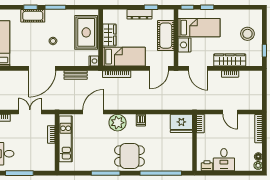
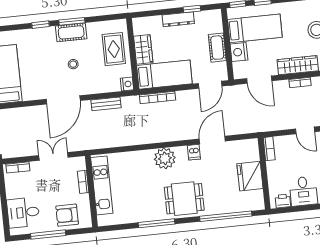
cot: (33, 16) -> (71, 32), moved
rug: (86, 32) -> (114, 49), width x0.73, depth x0.70
cot: (166, 36) -> (217, 48), width x0.73, depth x0.75
door: (93, 112) -> (212, 140), moved
fridge: (181, 123) -> (250, 176), moved, turned 90
armchair: (36, 159) -> (67, 215), added

